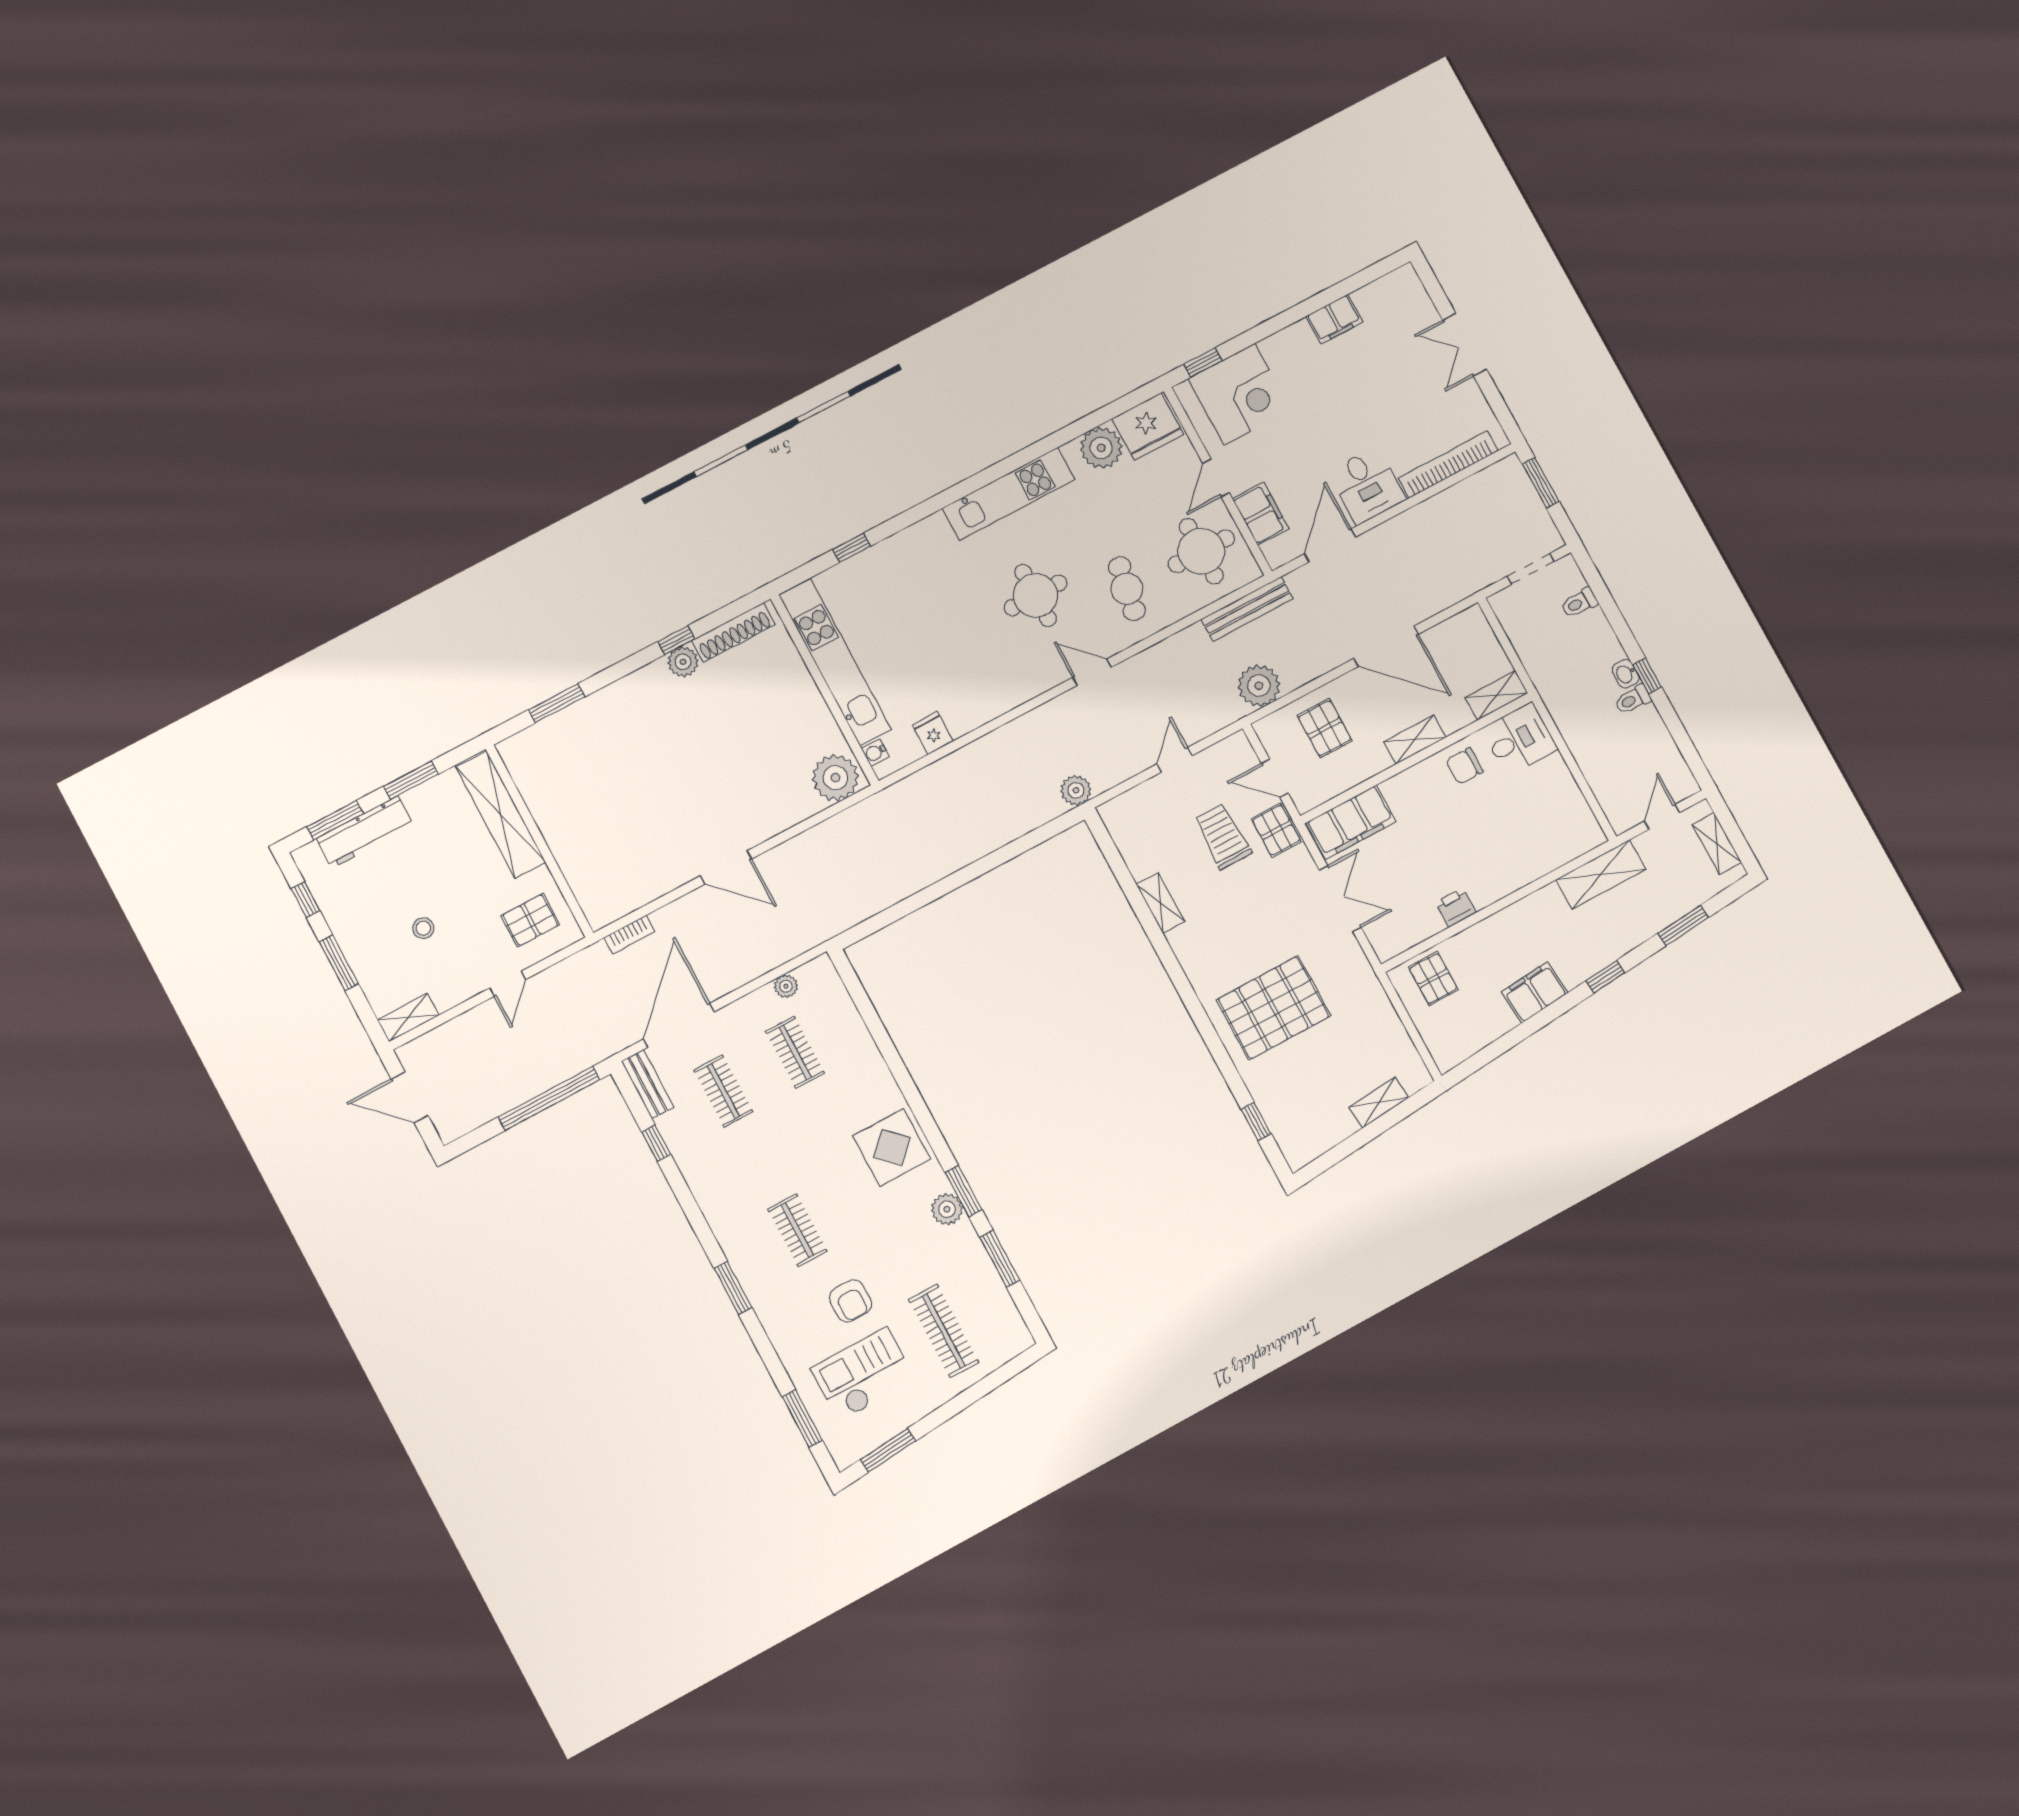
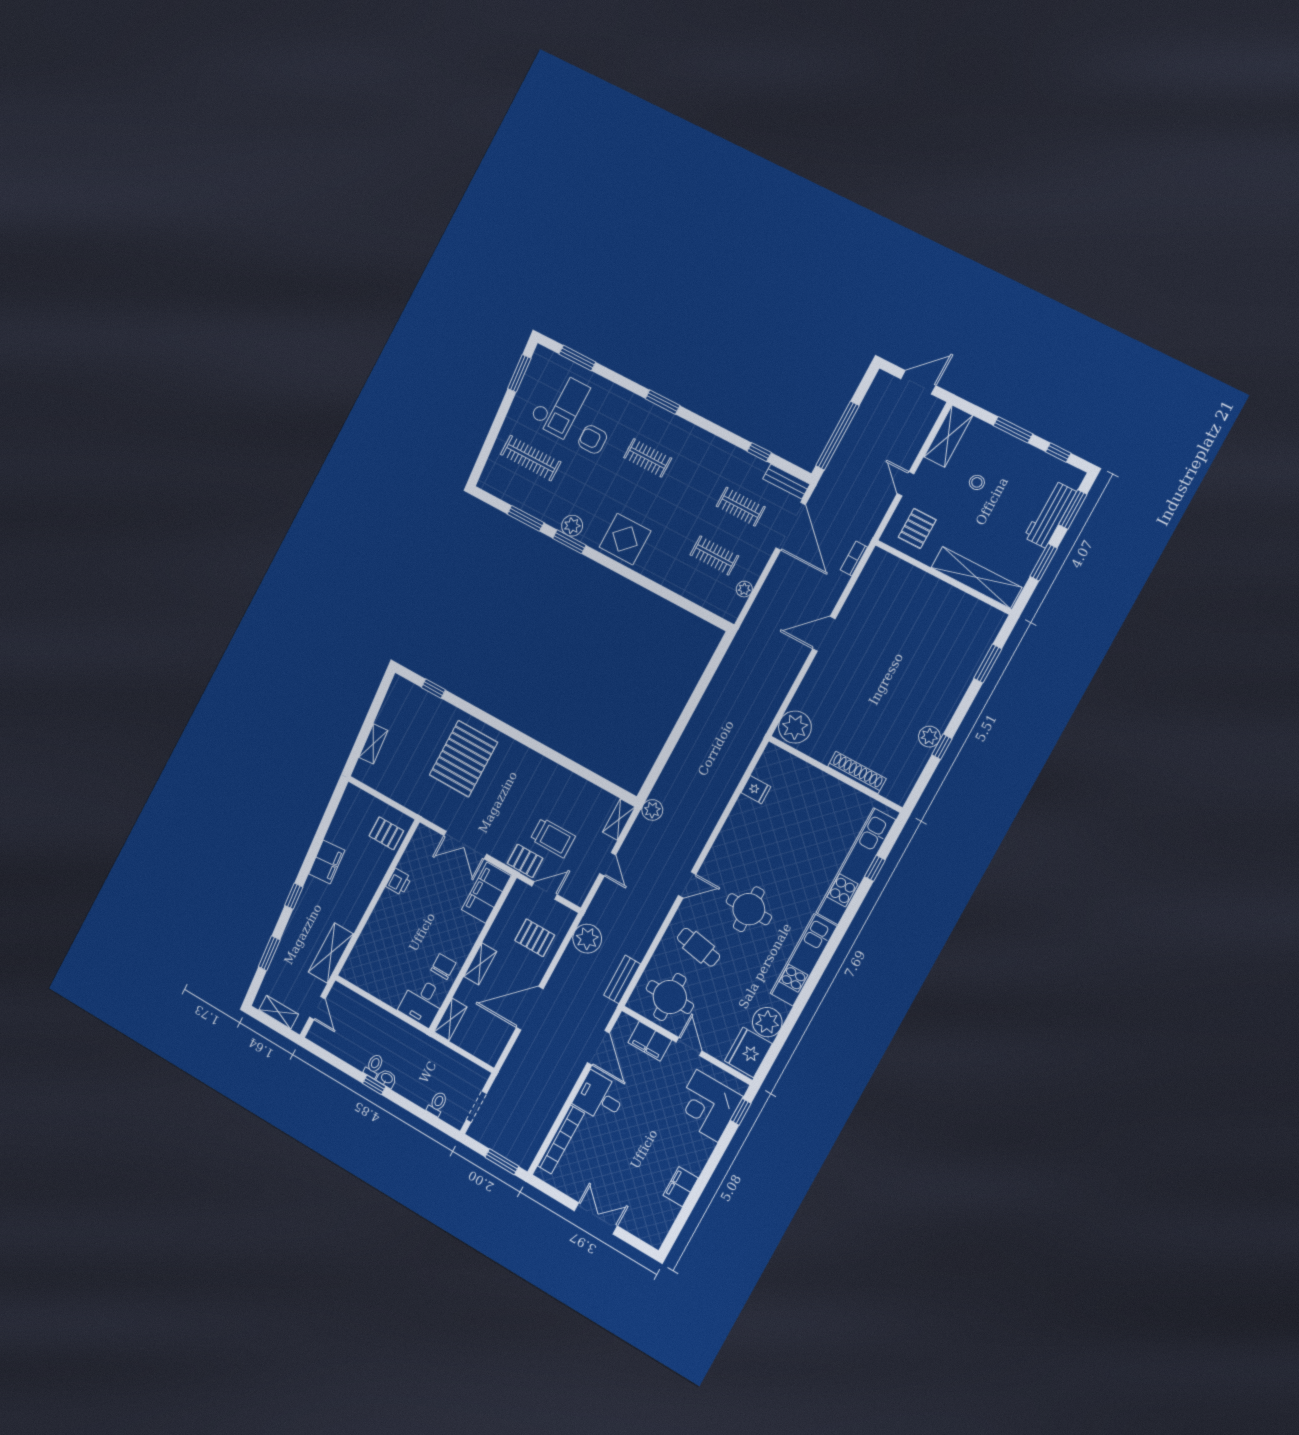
bench: (1247, 609) -> (622, 979), width x0.73
shoe rack: (733, 632) -> (857, 773), moved, turned 90
kitchen unit: (835, 662) -> (856, 866), moved, turned 90
water cooler: (875, 753) -> (782, 757), removed
shelving: (1160, 903) -> (619, 820), moved, turned 90
shelving: (408, 1017) -> (948, 436), width x1.50, depth x1.33

